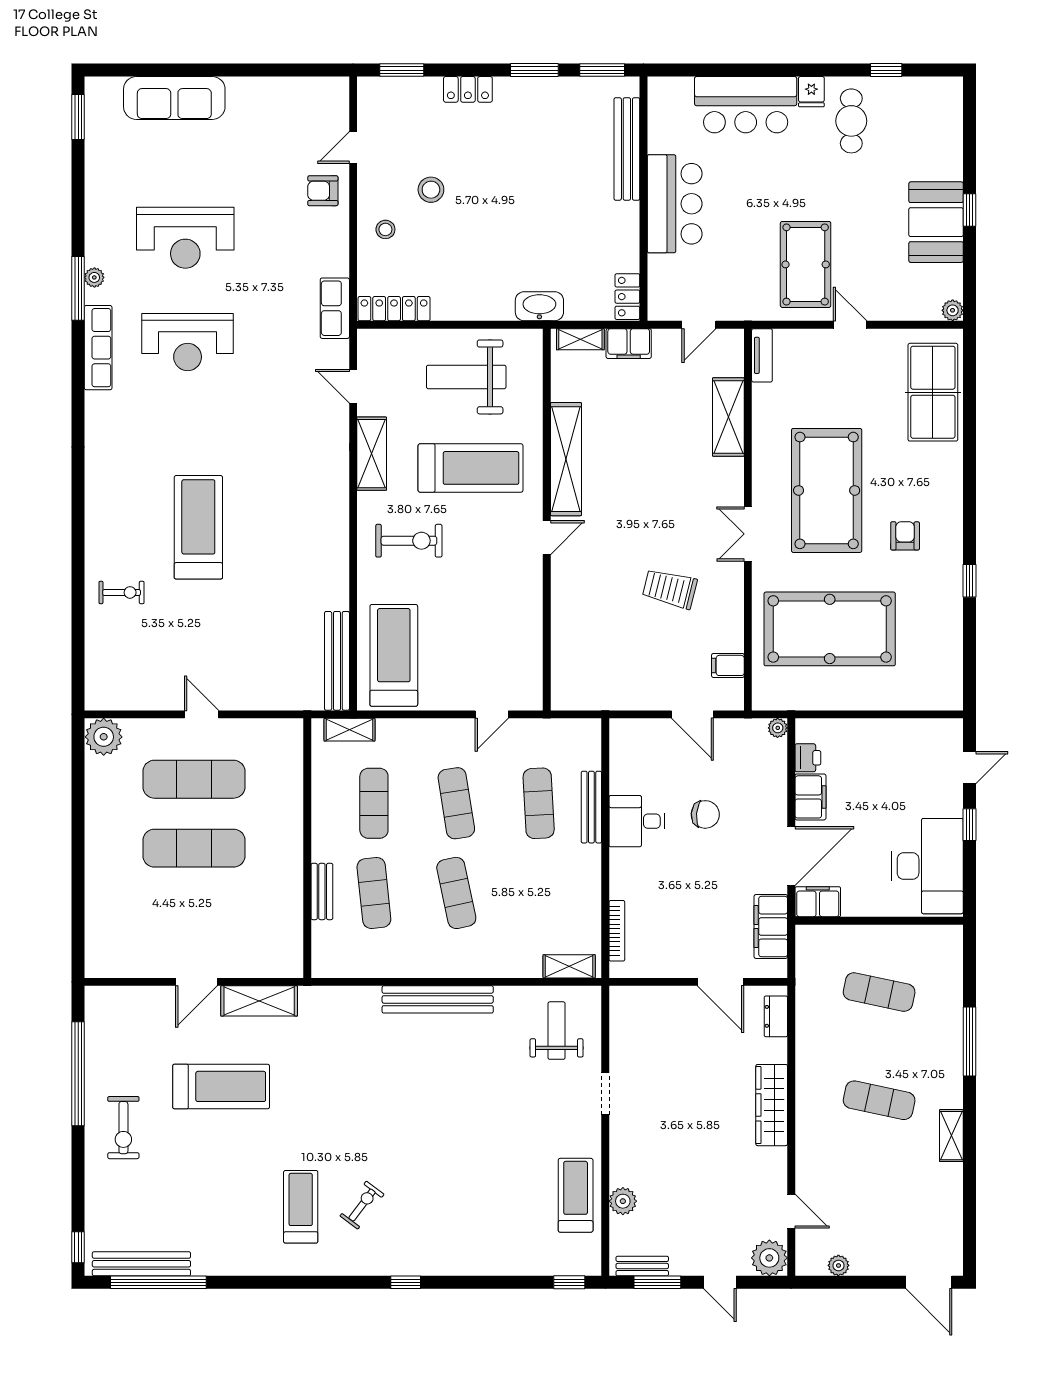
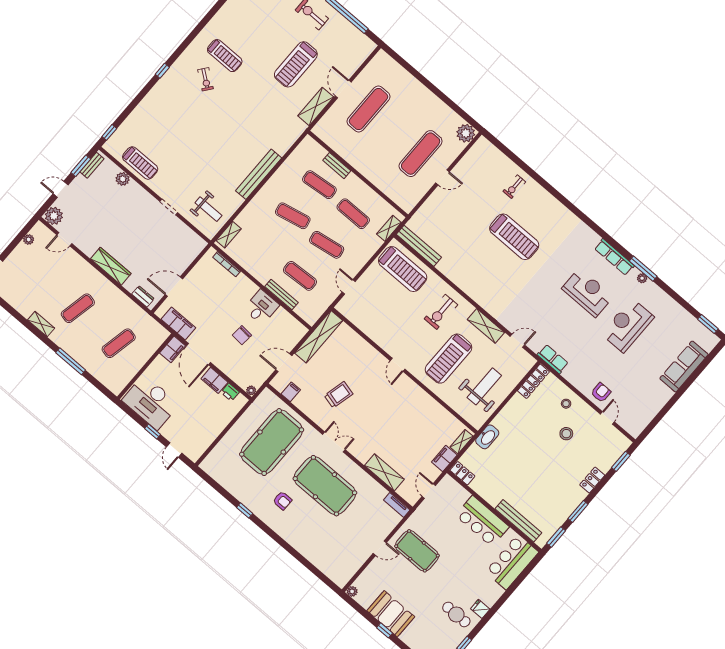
bar counter: (746, 105) -> (512, 562), moved
reception desk: (188, 342) -> (588, 293), turned 90
table tennis table: (933, 392) -> (328, 558), removed
shelving: (566, 459) -> (319, 337), moved, turned 90
exercise mat: (194, 848) -> (369, 109), moved

